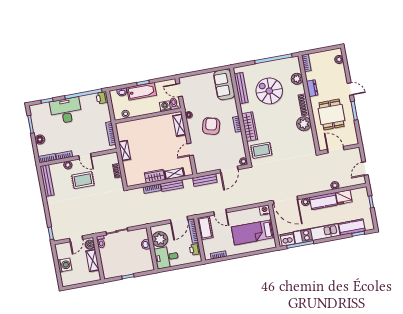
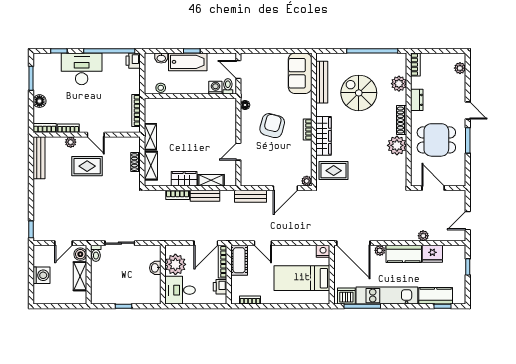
dining table: (332, 114) -> (436, 140), turned 90
shelving: (179, 125) -> (151, 166), moved

